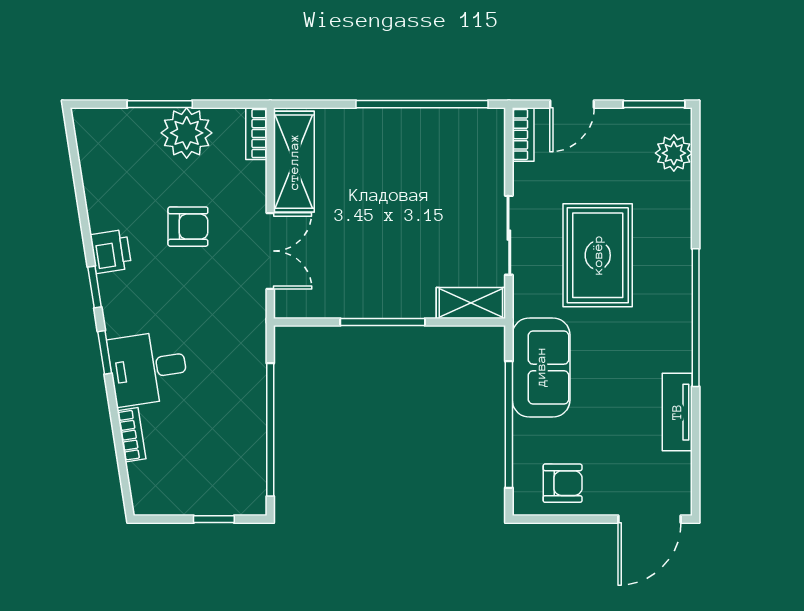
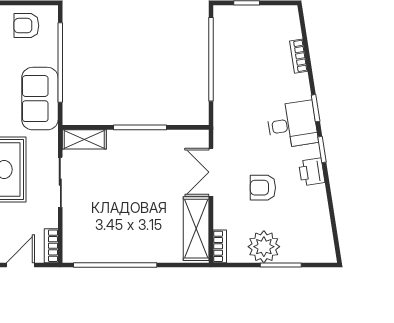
desk: (148, 368) -> (292, 125), moved

